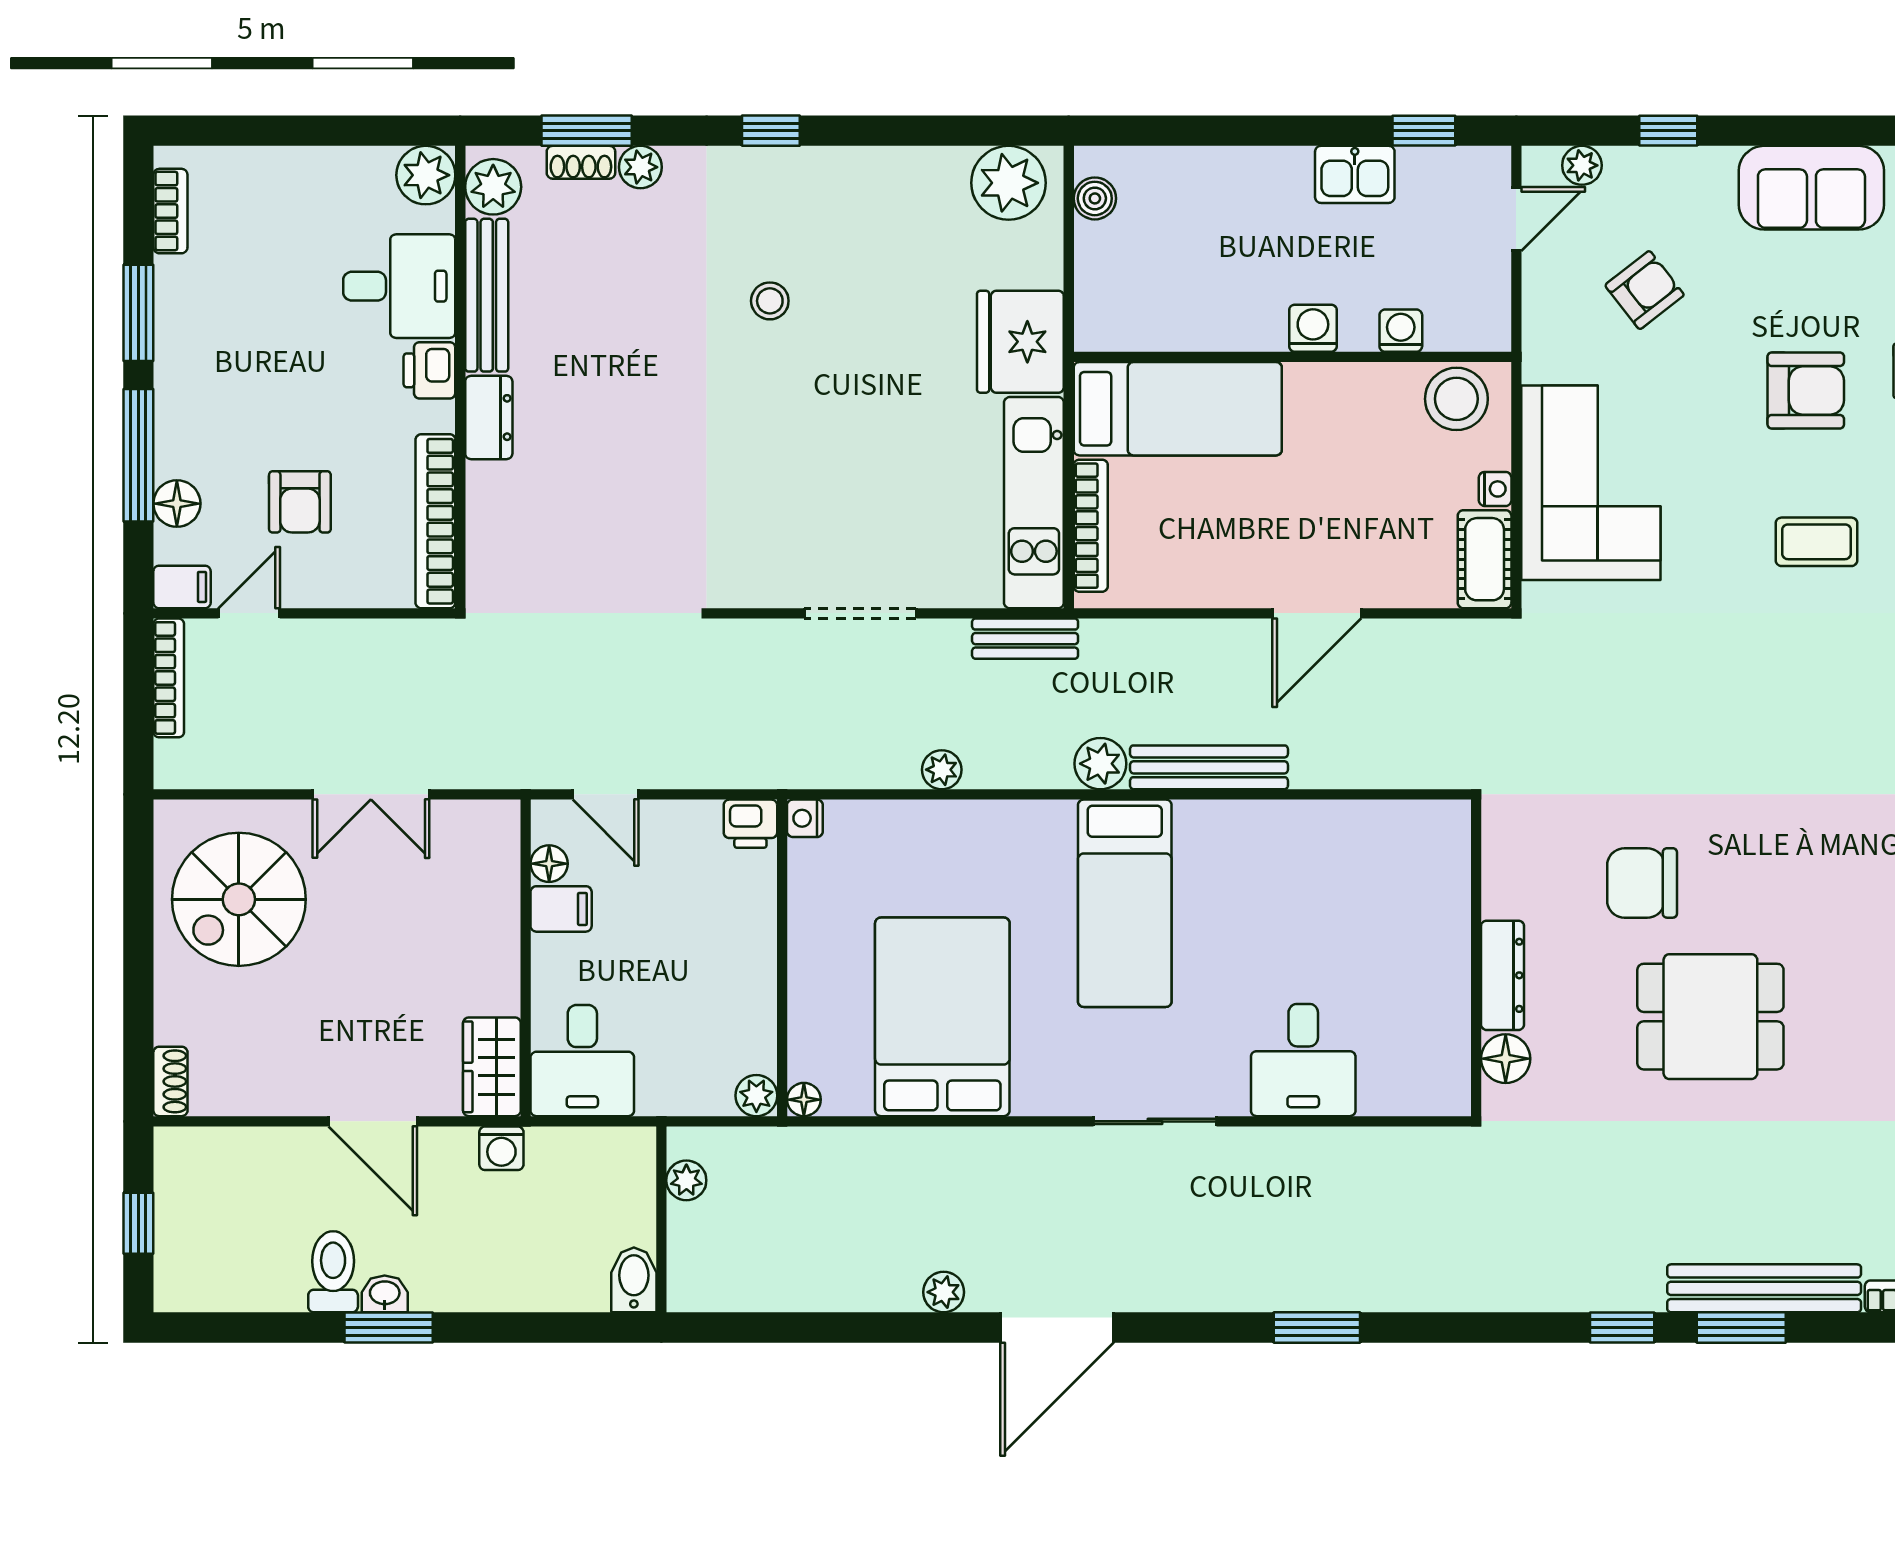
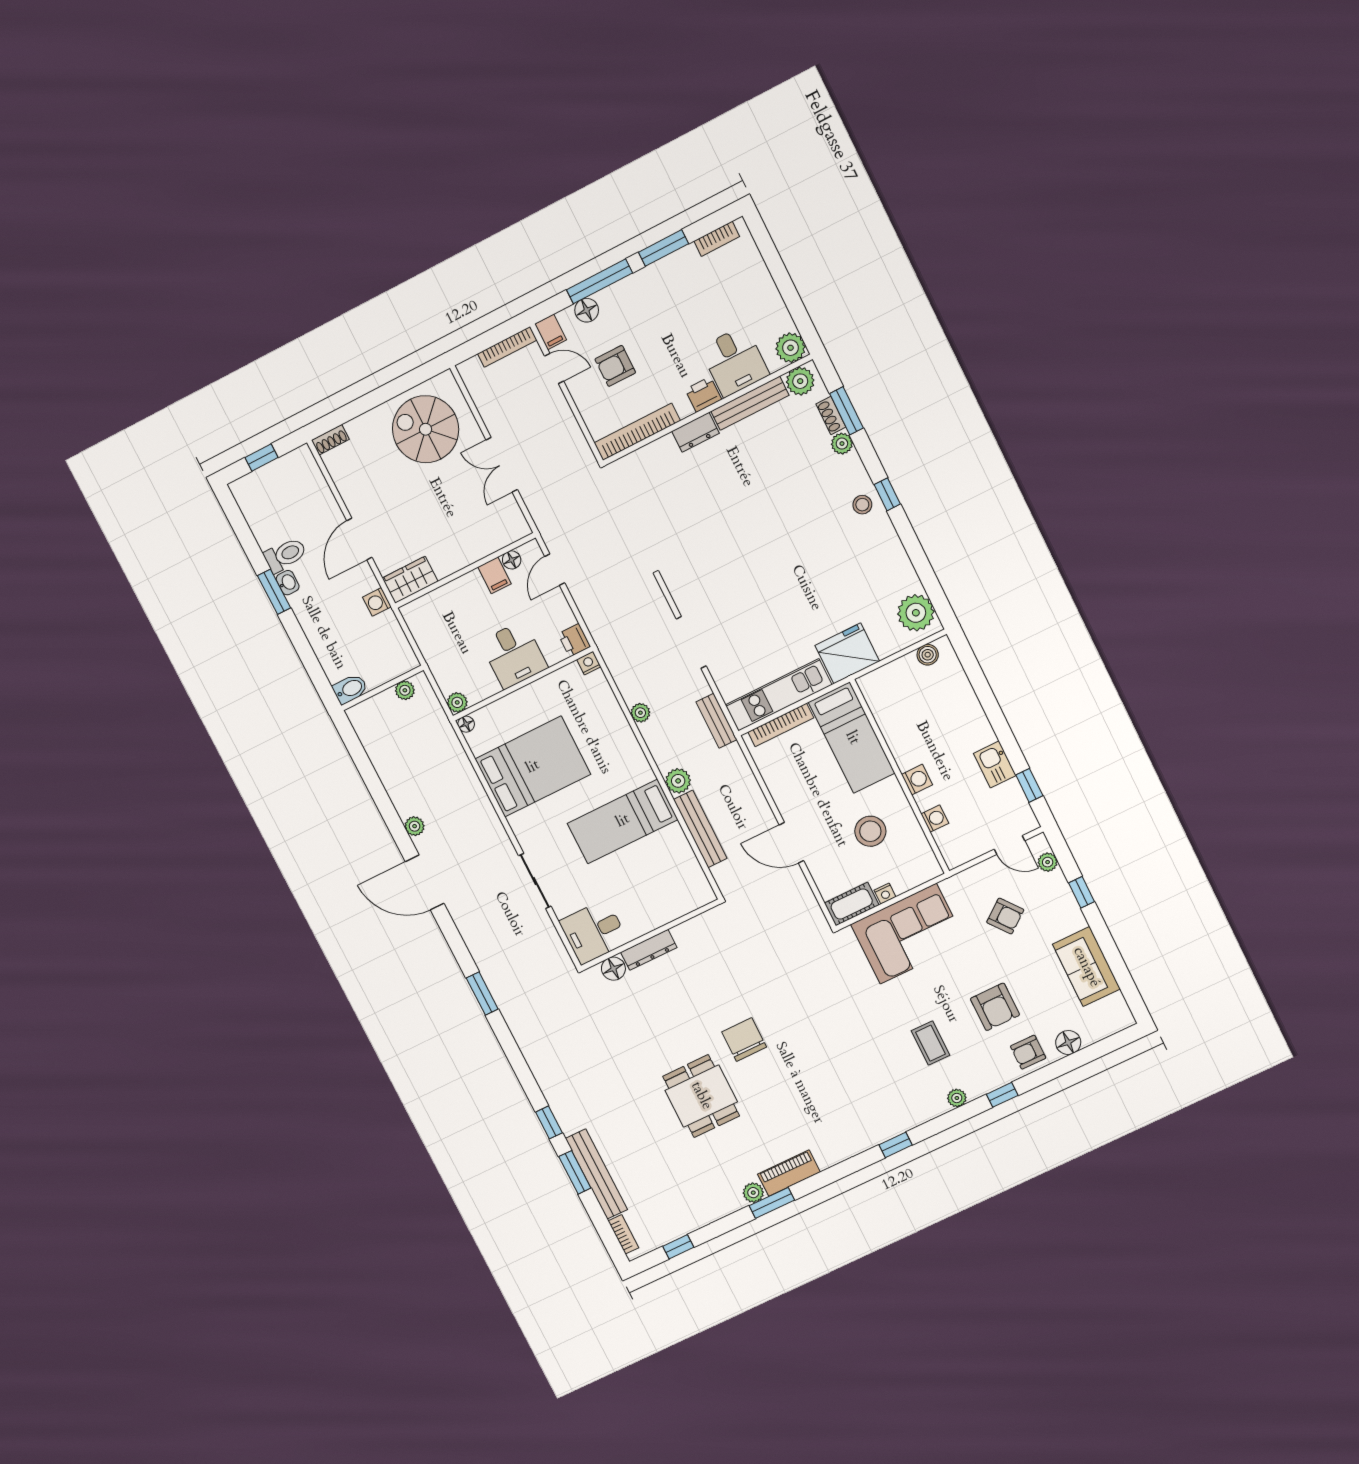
stool: (770, 301) -> (862, 505), moved
stool: (1456, 399) -> (870, 831), moved
wall: (1476, 958) -> (651, 935), moved
dresser: (1503, 975) -> (649, 950), moved
floor lamp: (1506, 1059) -> (613, 969), moved
desk: (582, 1061) -> (514, 655), moved, turned -90

